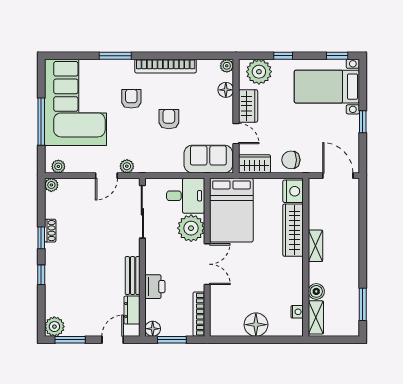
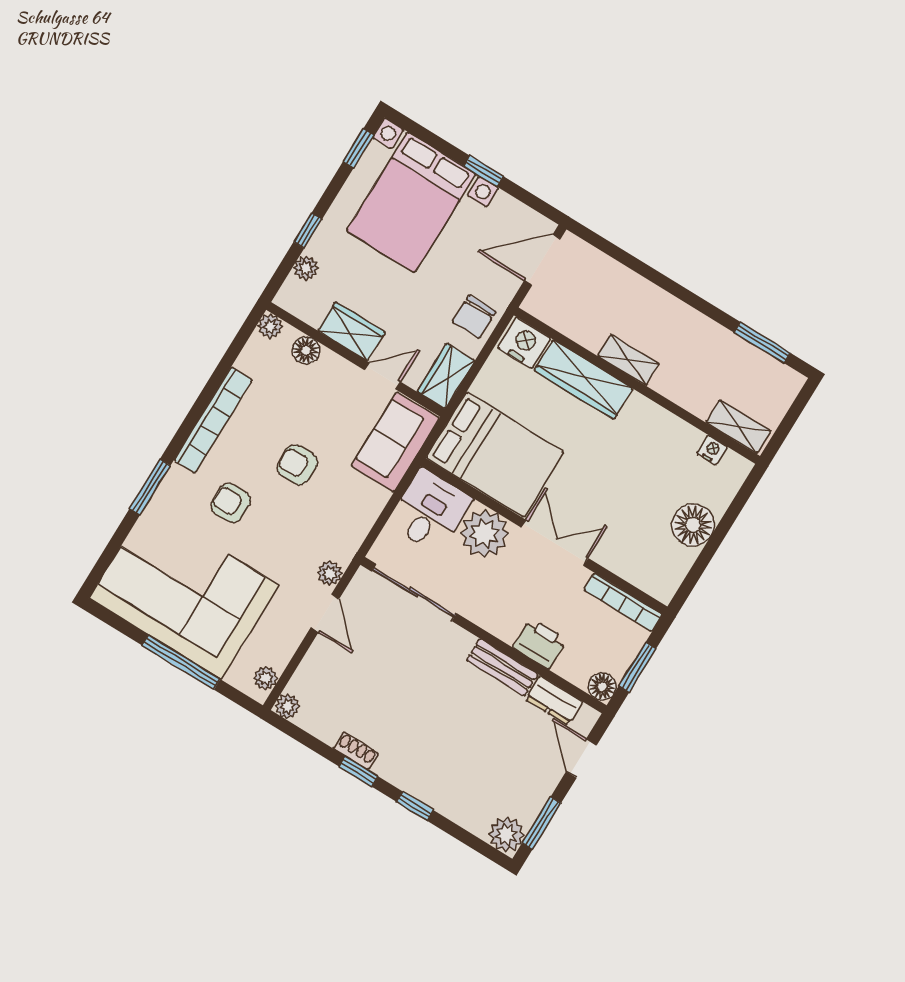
plant: (259, 72) -> (306, 268), width x0.53, depth x0.53
bed with nightstands: (327, 87) -> (411, 202), width x1.36
boiler: (316, 291) -> (699, 402), removed

